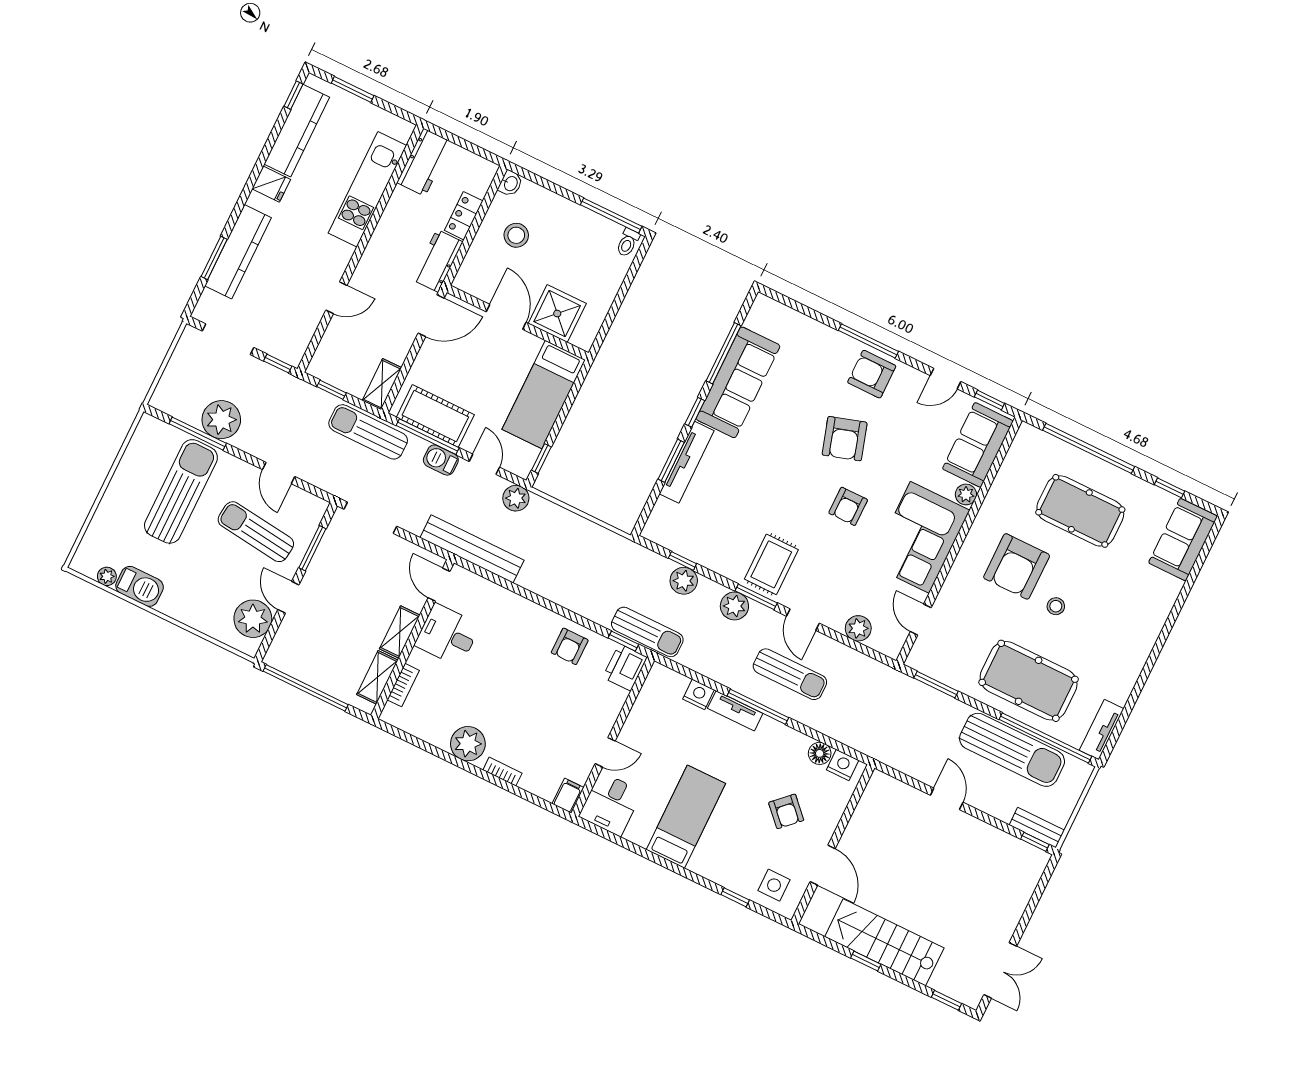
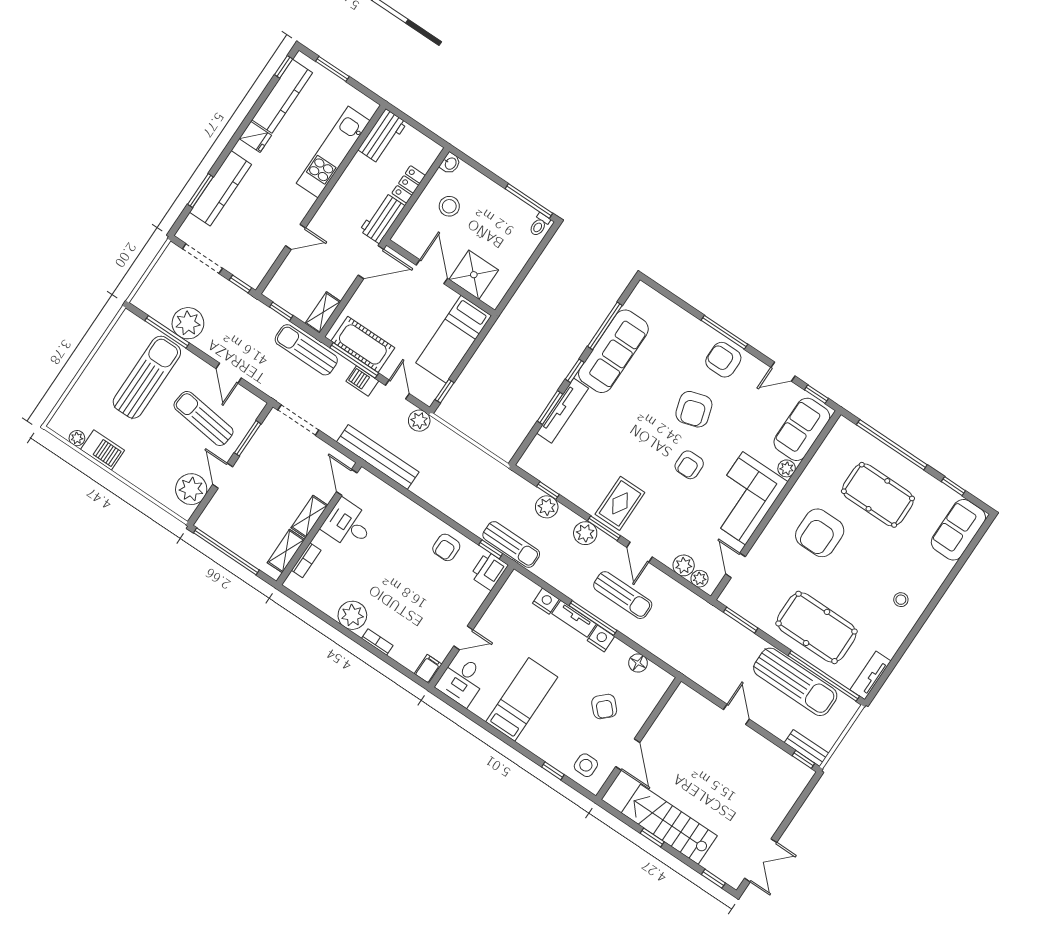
stool: (1056, 606) -> (901, 600), moved
plant: (880, 642) -> (700, 579), added
nightstand: (843, 765) -> (601, 638), moved

